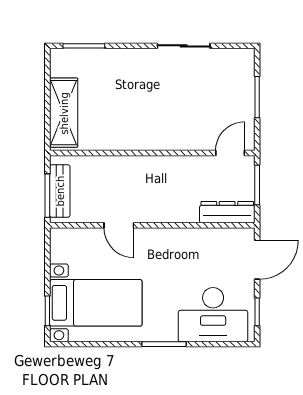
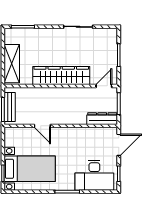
wardrobe: (153, 134) -> (61, 76), added

